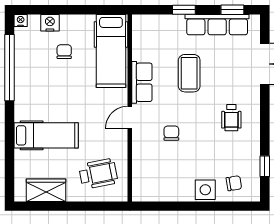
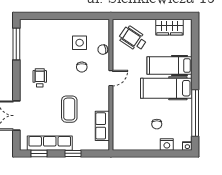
hospital bed: (111, 51) -> (166, 88), moved, turned -90
row of seats: (142, 82) -> (102, 126), moved
window: (265, 166) -> (16, 44), width x2.17
wheelchair: (98, 174) -> (133, 39), turned 45
chair: (234, 183) -> (103, 50), moved
side table: (205, 190) -> (80, 43), moved

